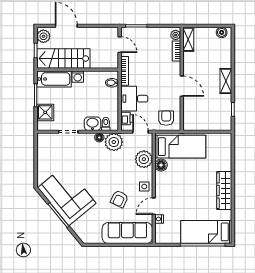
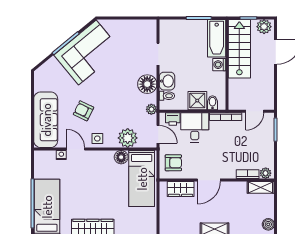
wardrobe: (190, 111) -> (181, 189), added
shower: (45, 112) -> (197, 101), moved
door: (140, 132) -> (158, 134), hinge flipped
floor lamp: (99, 138) -> (147, 84), width x1.89, depth x1.89
plant: (114, 142) -> (151, 109), width x0.53, depth x0.53

